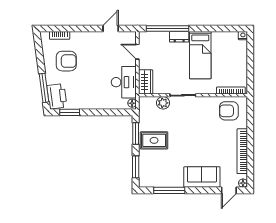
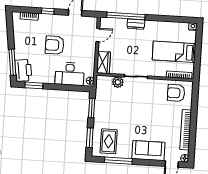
window: (80, 28) -> (48, 11), added
door: (137, 52) -> (98, 35), swing flipped
bed: (200, 55) -> (174, 52), moved, turned 90
armchair: (66, 61) -> (55, 45), moved, turned 180
desk: (124, 82) -> (70, 74), moved, turned 90
rug: (154, 140) -> (109, 141), moved, turned 90

